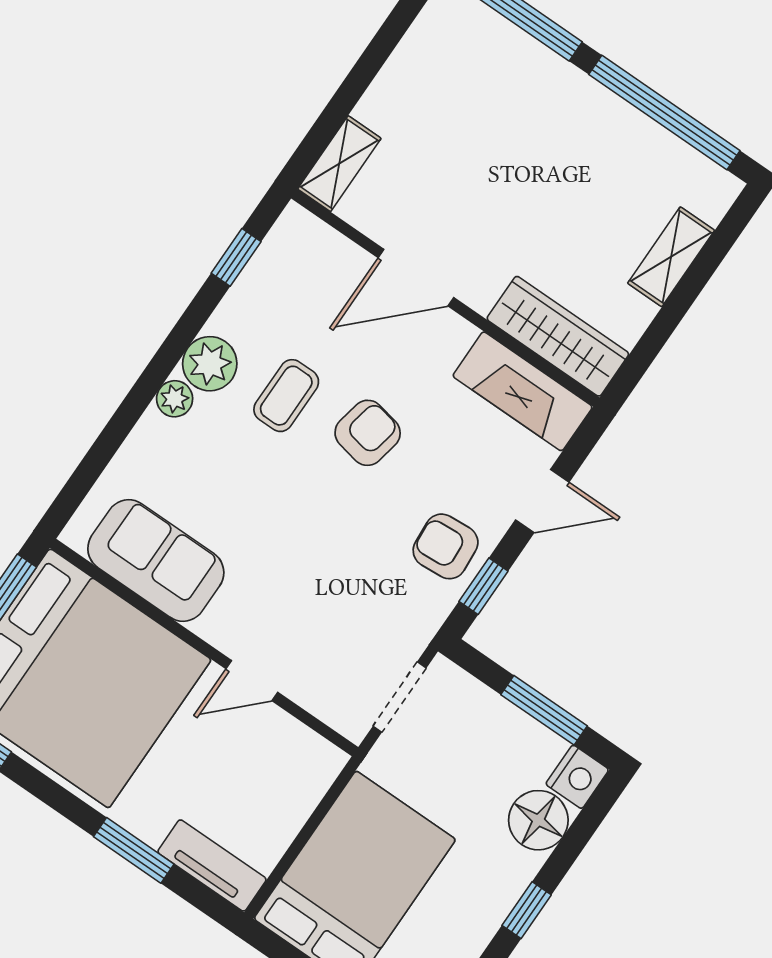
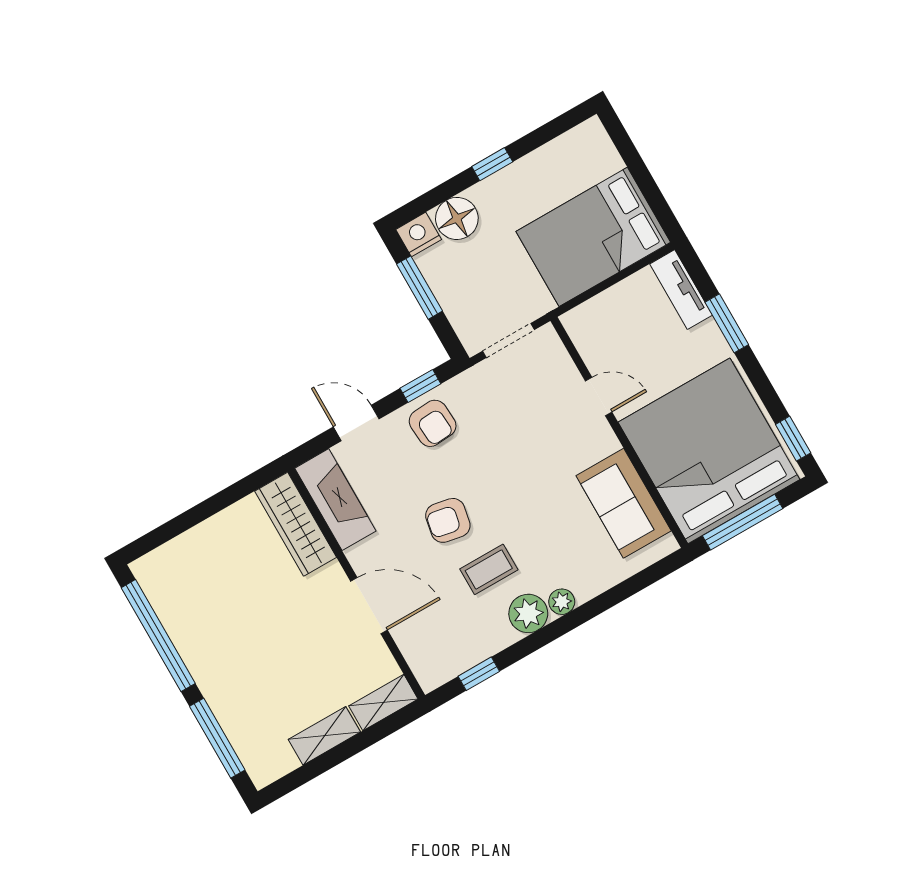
shelving: (671, 257) -> (324, 736), moved

